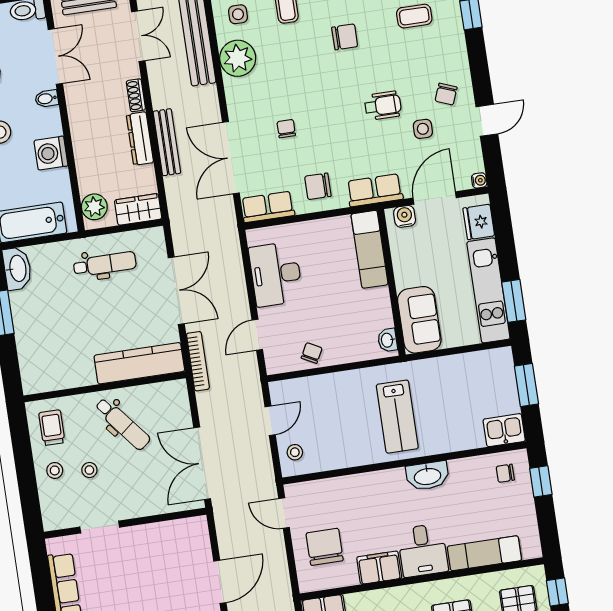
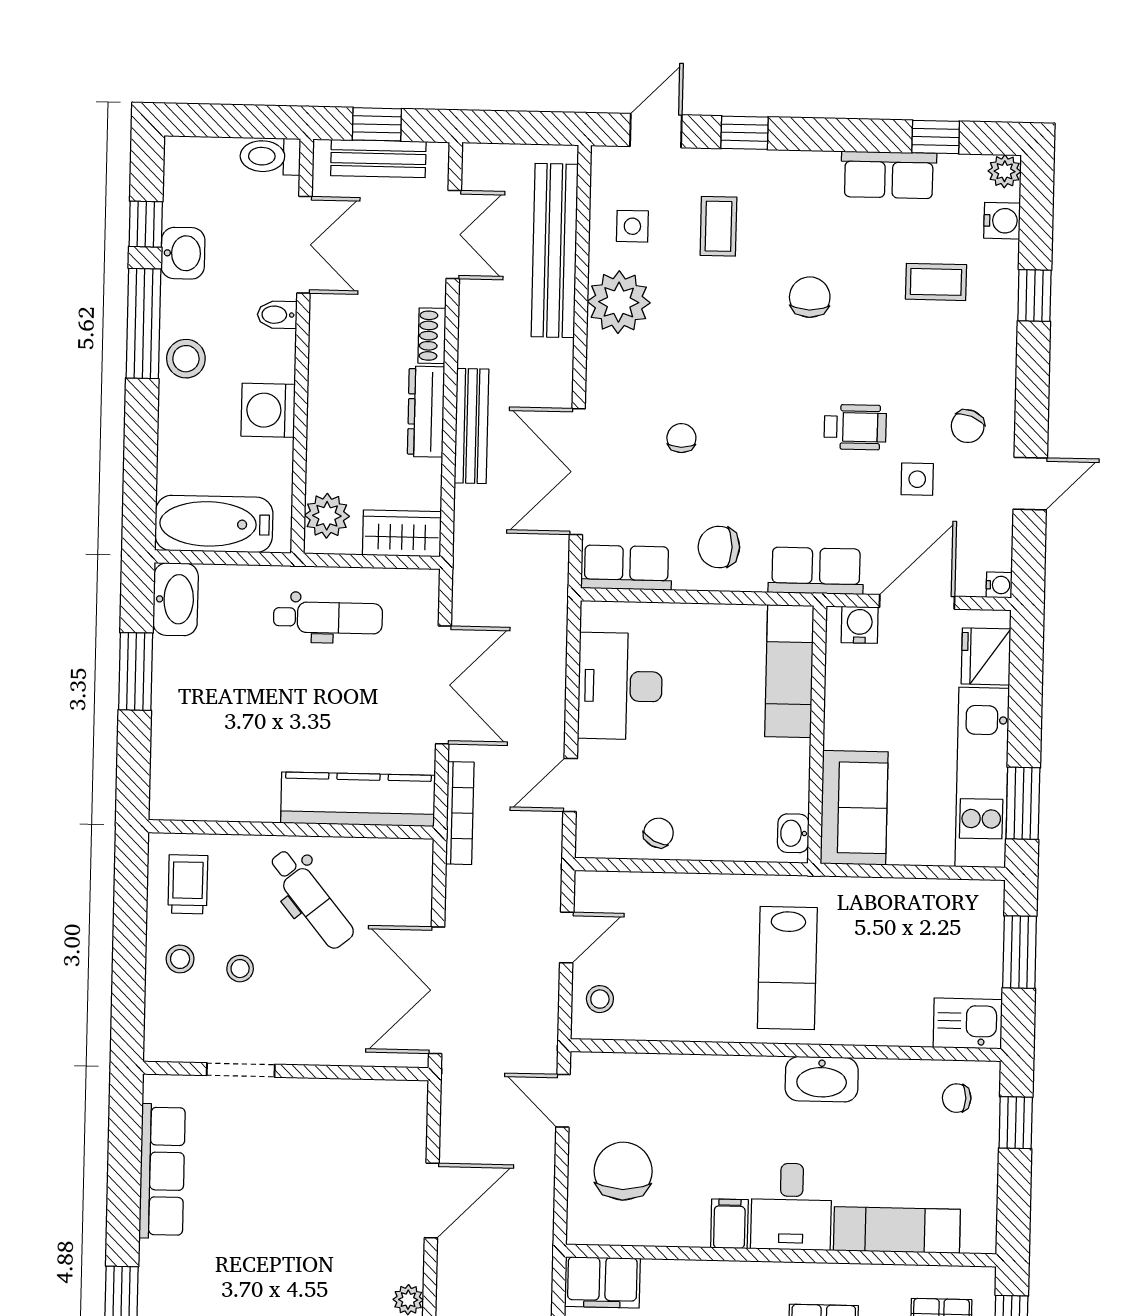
chair: (345, 37) -> (810, 297), turned -90
filing cabinet: (379, 568) -> (729, 1224), width x0.50

